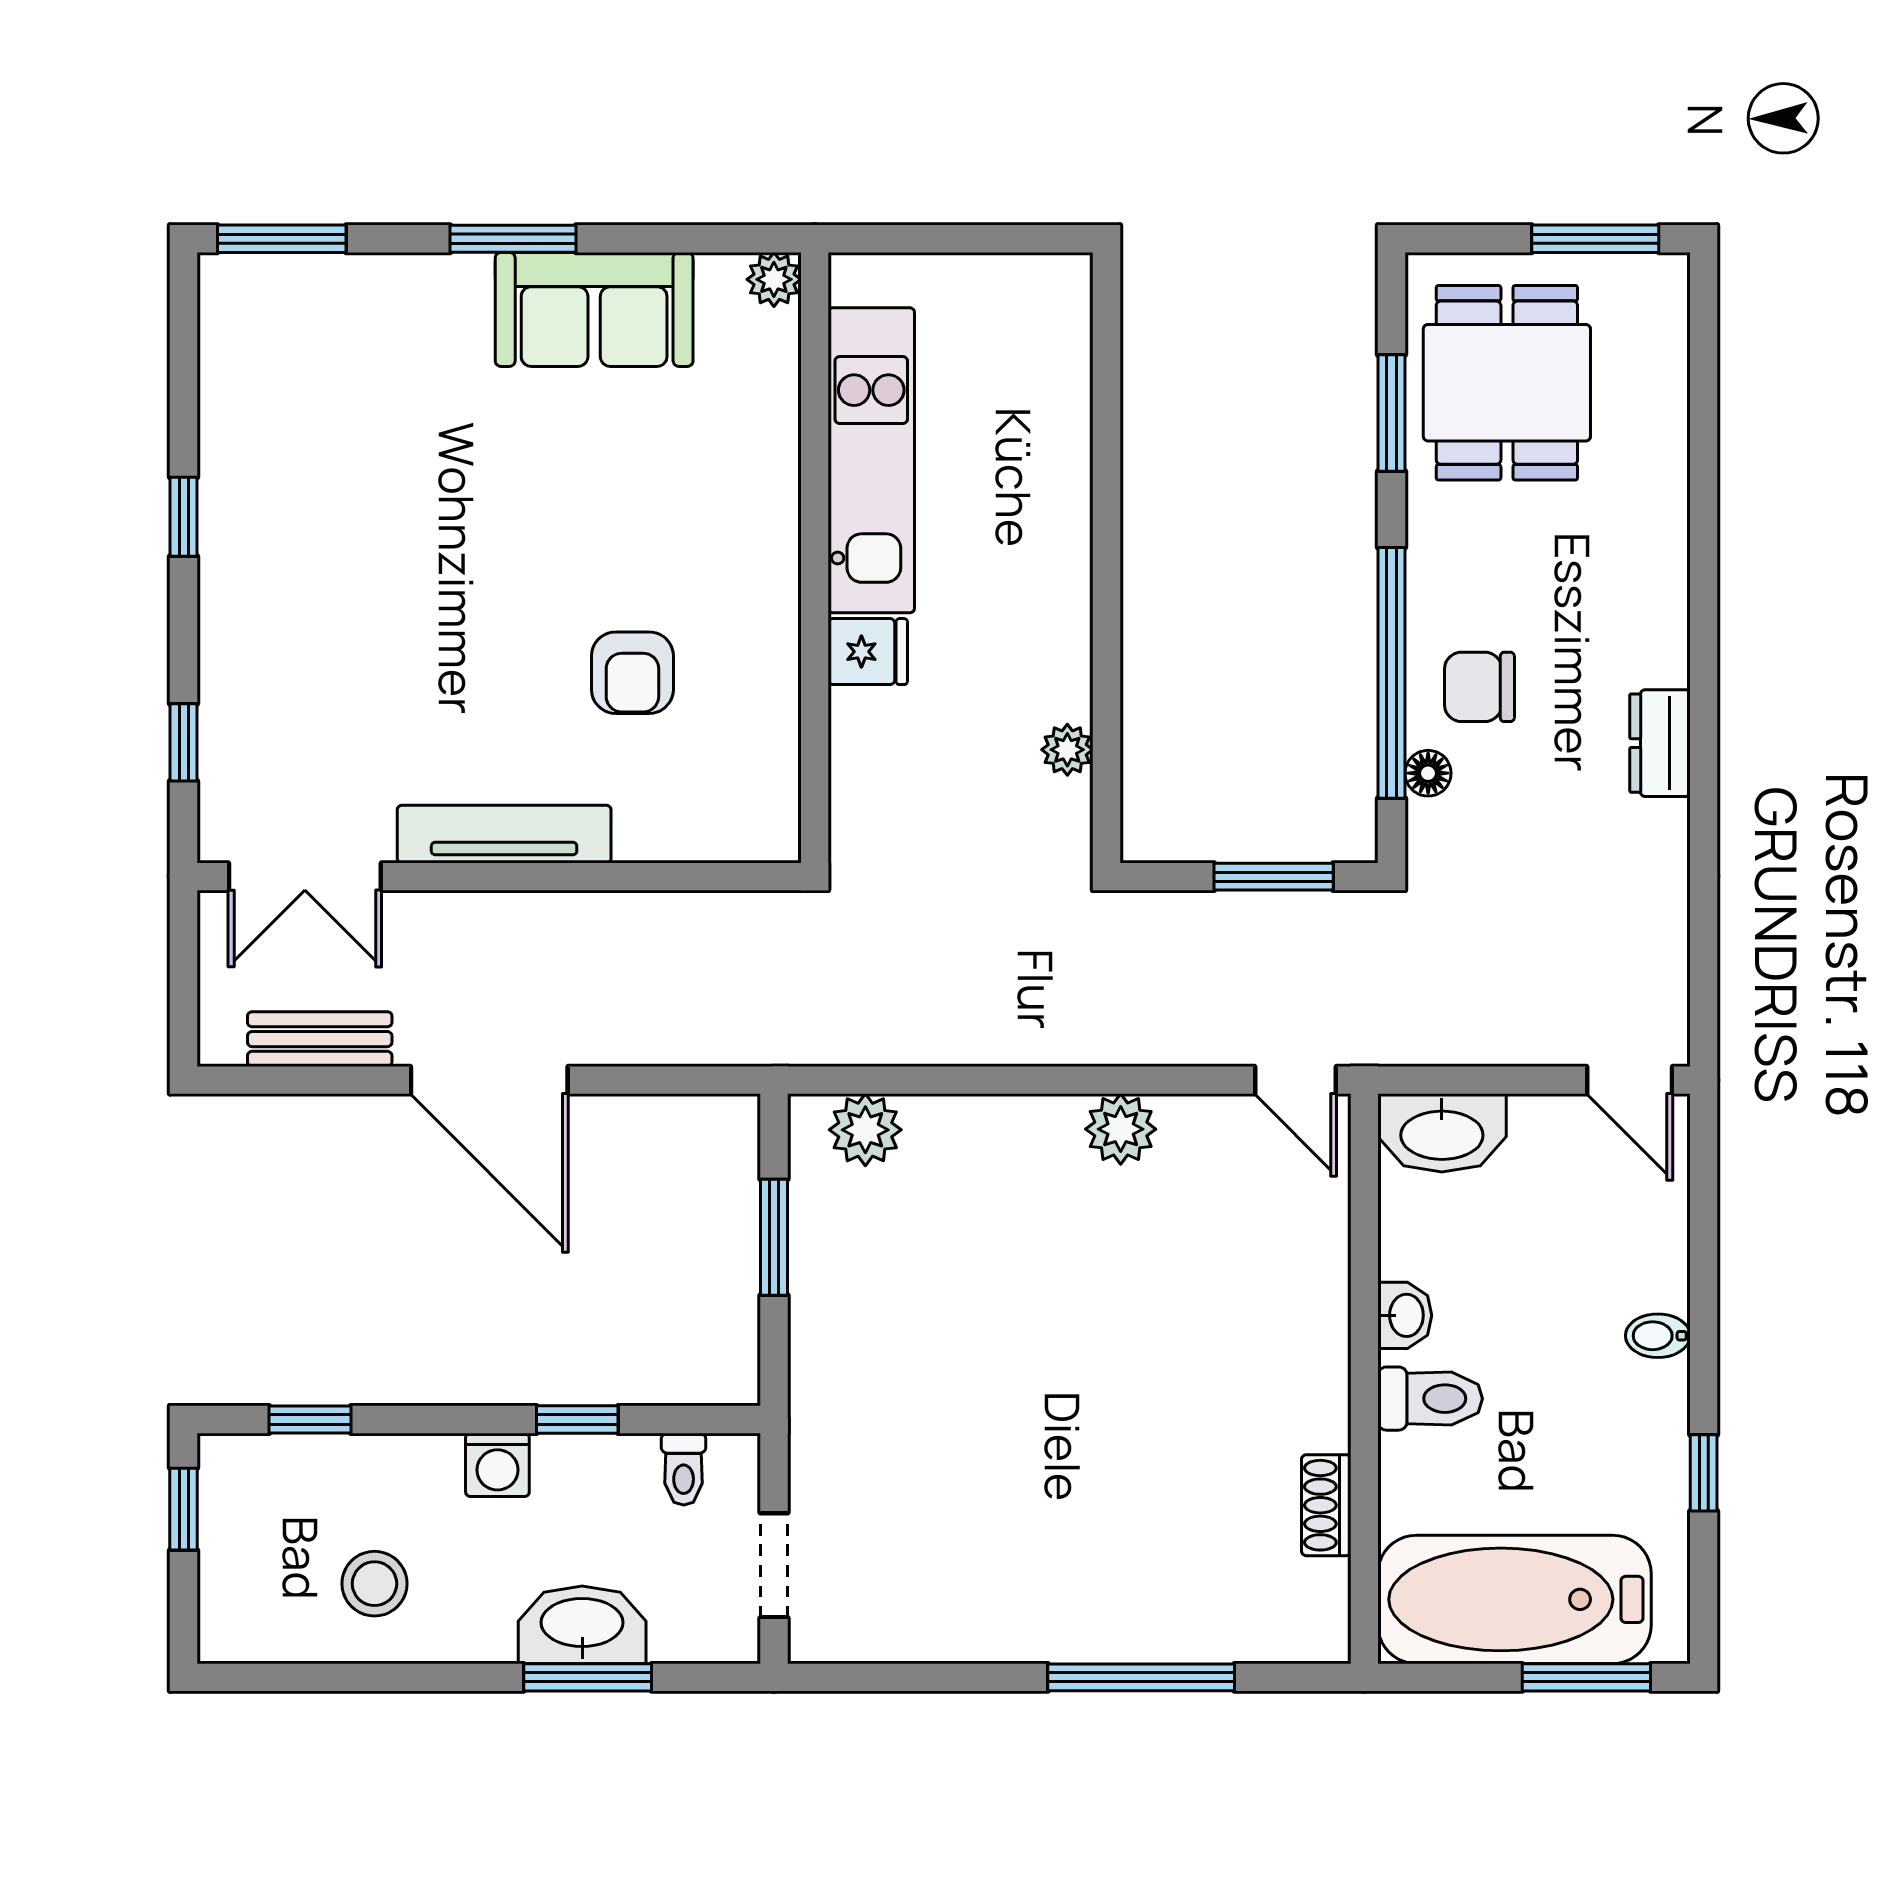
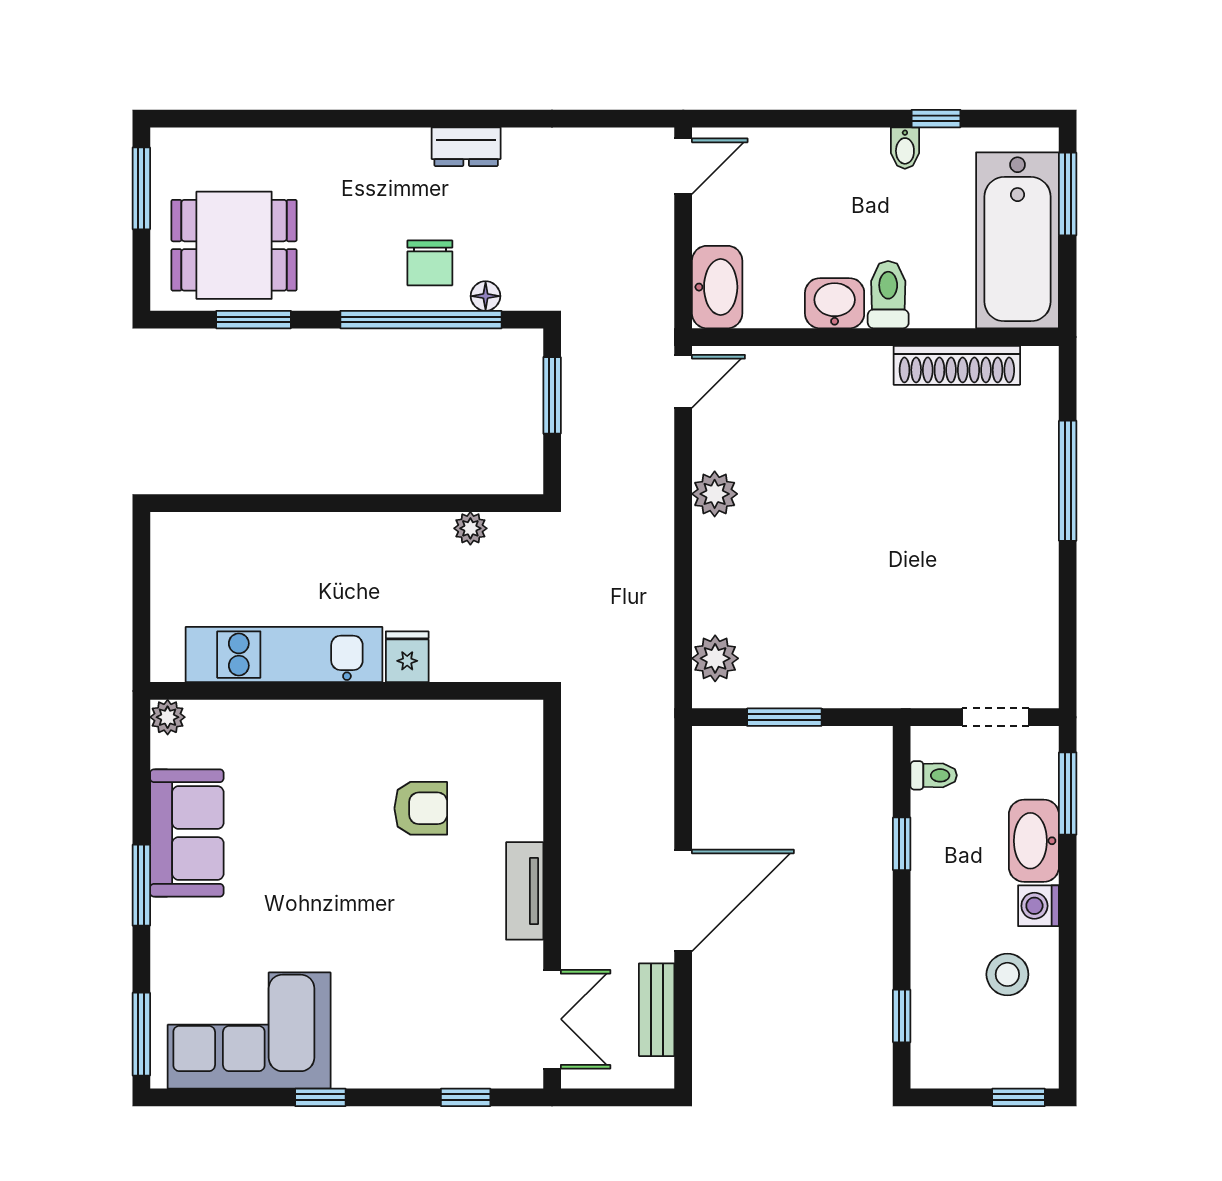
corner sofa: (287, 406) -> (249, 1031), added
tv unit: (504, 834) -> (525, 891), width x0.71
washbasin: (1405, 1315) -> (835, 303), width x1.38, depth x1.45
bidet: (1658, 1336) -> (905, 148), moved
washing machine: (497, 1465) -> (1039, 906), moved, turned 180
shoe rack: (1326, 1505) -> (957, 365), width x1.94, depth x1.24
window: (184, 1509) -> (1019, 1097), moved
window: (588, 1677) -> (1068, 793), moved

